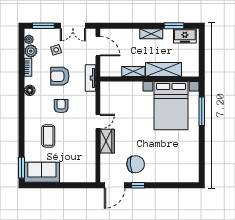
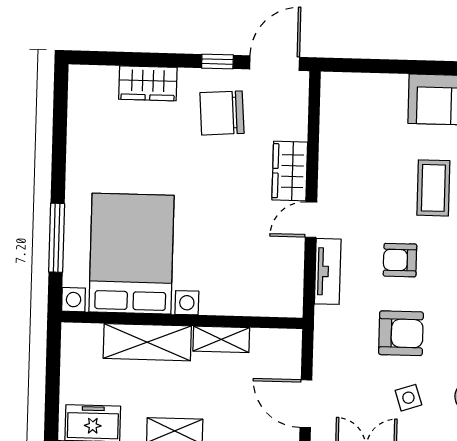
tv unit: (91, 78) -> (328, 271), moved
armchair: (61, 106) -> (400, 260), turned 90
wardrobe: (166, 175) -> (148, 83), added

